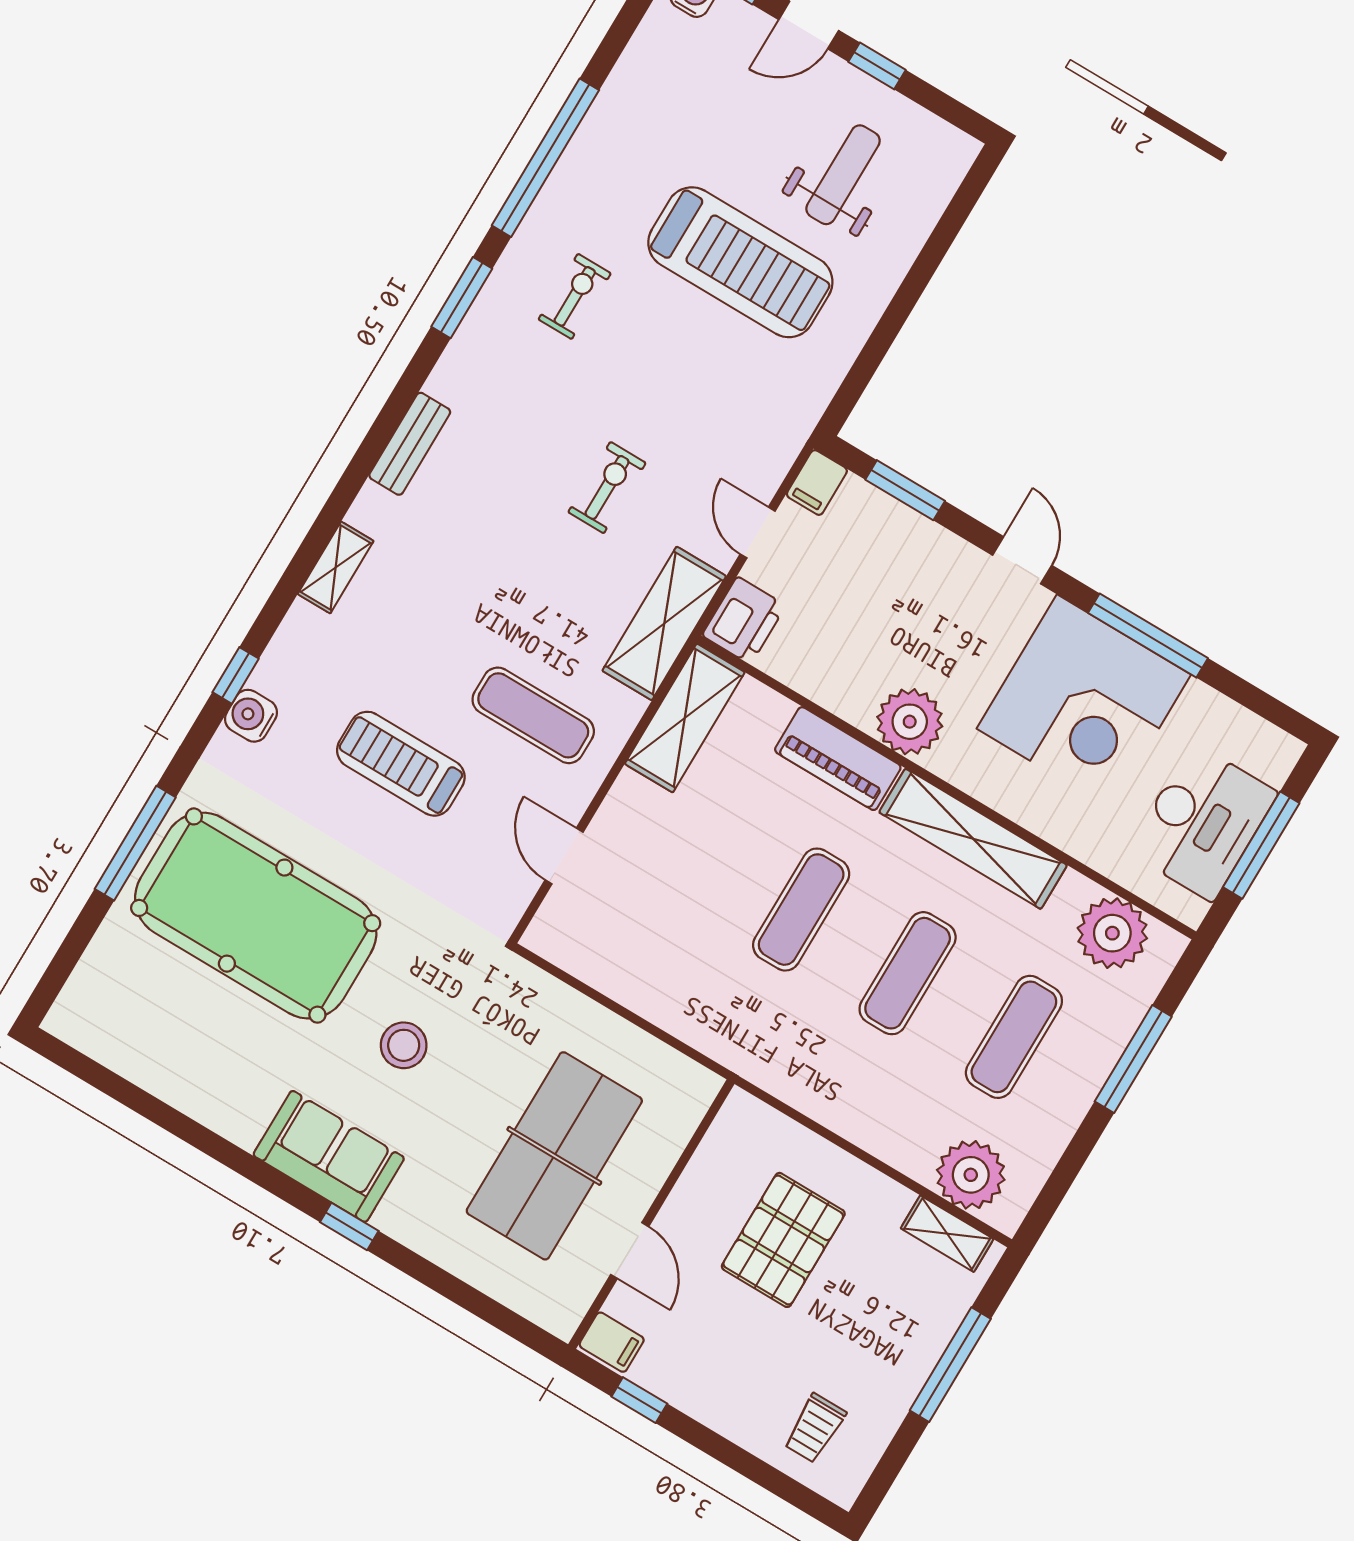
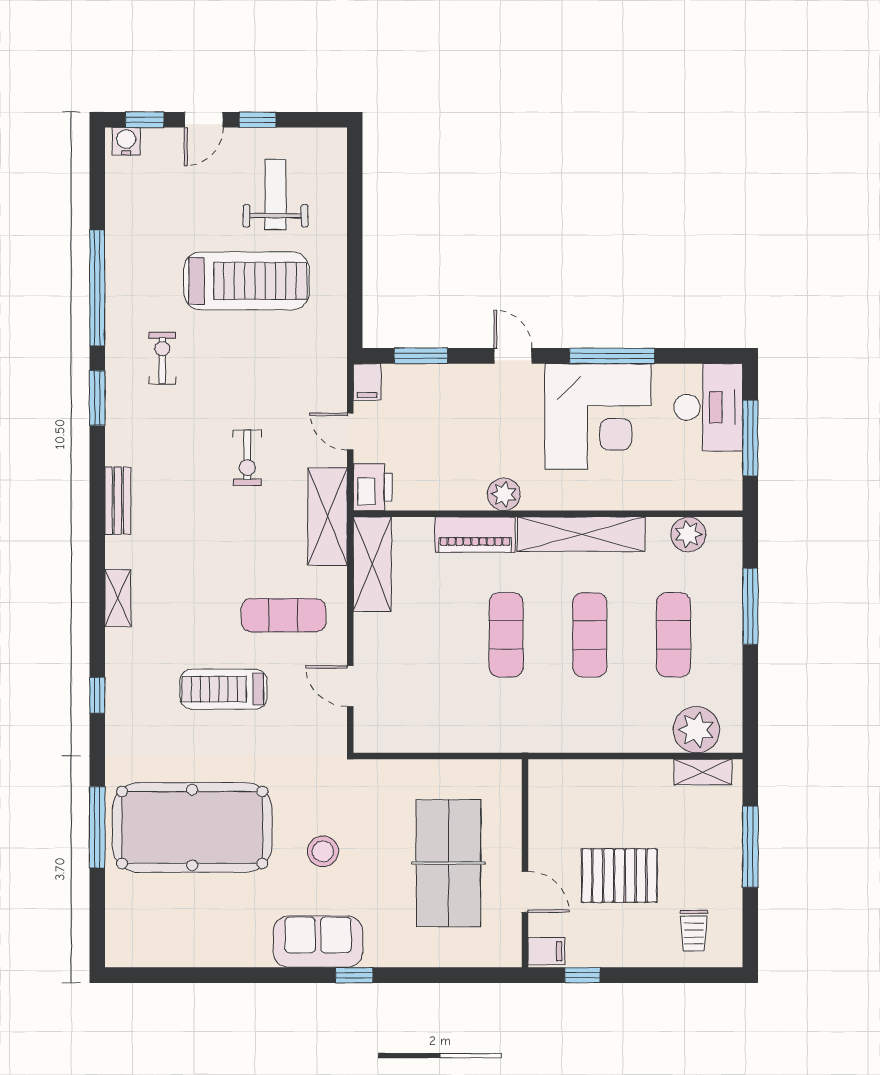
exercise bike: (607, 488) -> (247, 458), turned 180
water cooler: (251, 716) -> (120, 713), removed
plant: (910, 722) -> (504, 494), width x0.73, depth x0.73
desk: (1202, 822) -> (708, 407), moved
plant: (1112, 933) -> (688, 534), width x0.73, depth x0.73
pallet: (783, 1240) -> (619, 876), moved, turned 90

